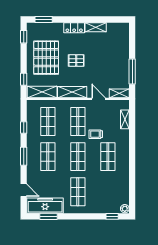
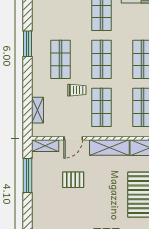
pallet: (76, 60) -> (73, 180), moved
door: (99, 99) -> (73, 138), hinge flipped
window: (132, 168) -> (27, 44), added

